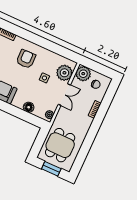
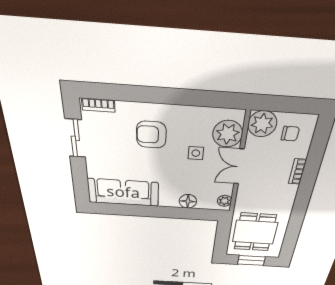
armchair: (26, 59) -> (151, 135), turned -89
double door: (64, 95) -> (239, 167), swing flipped

